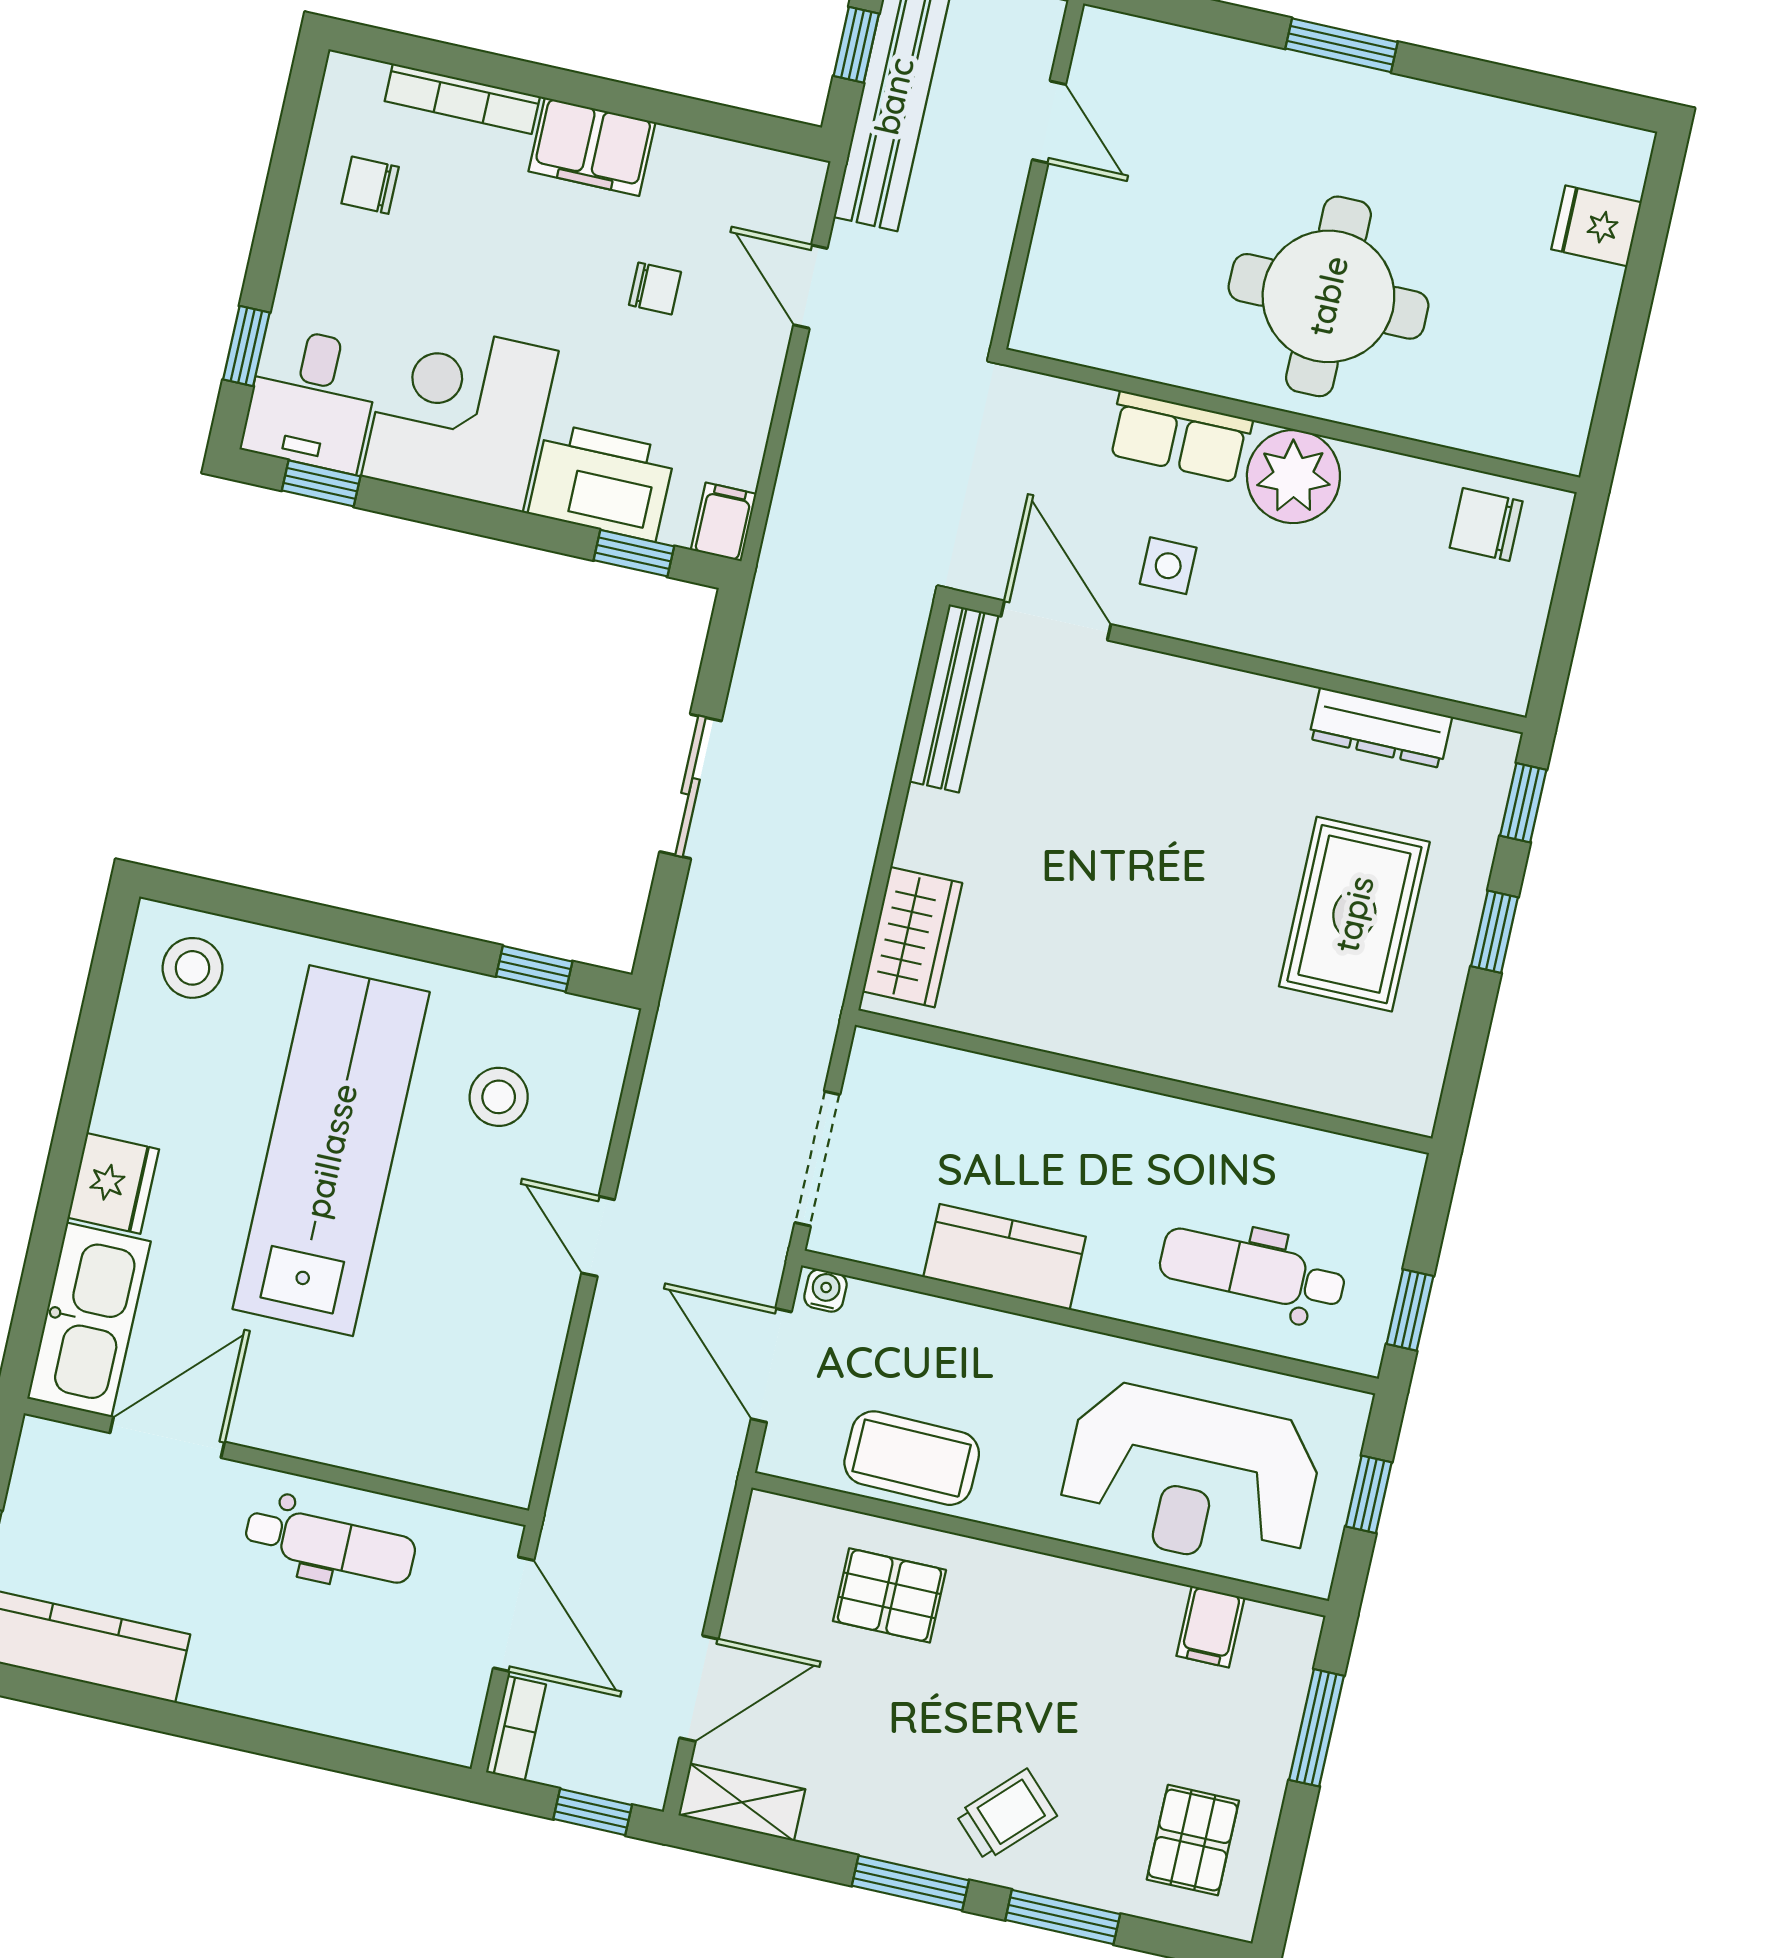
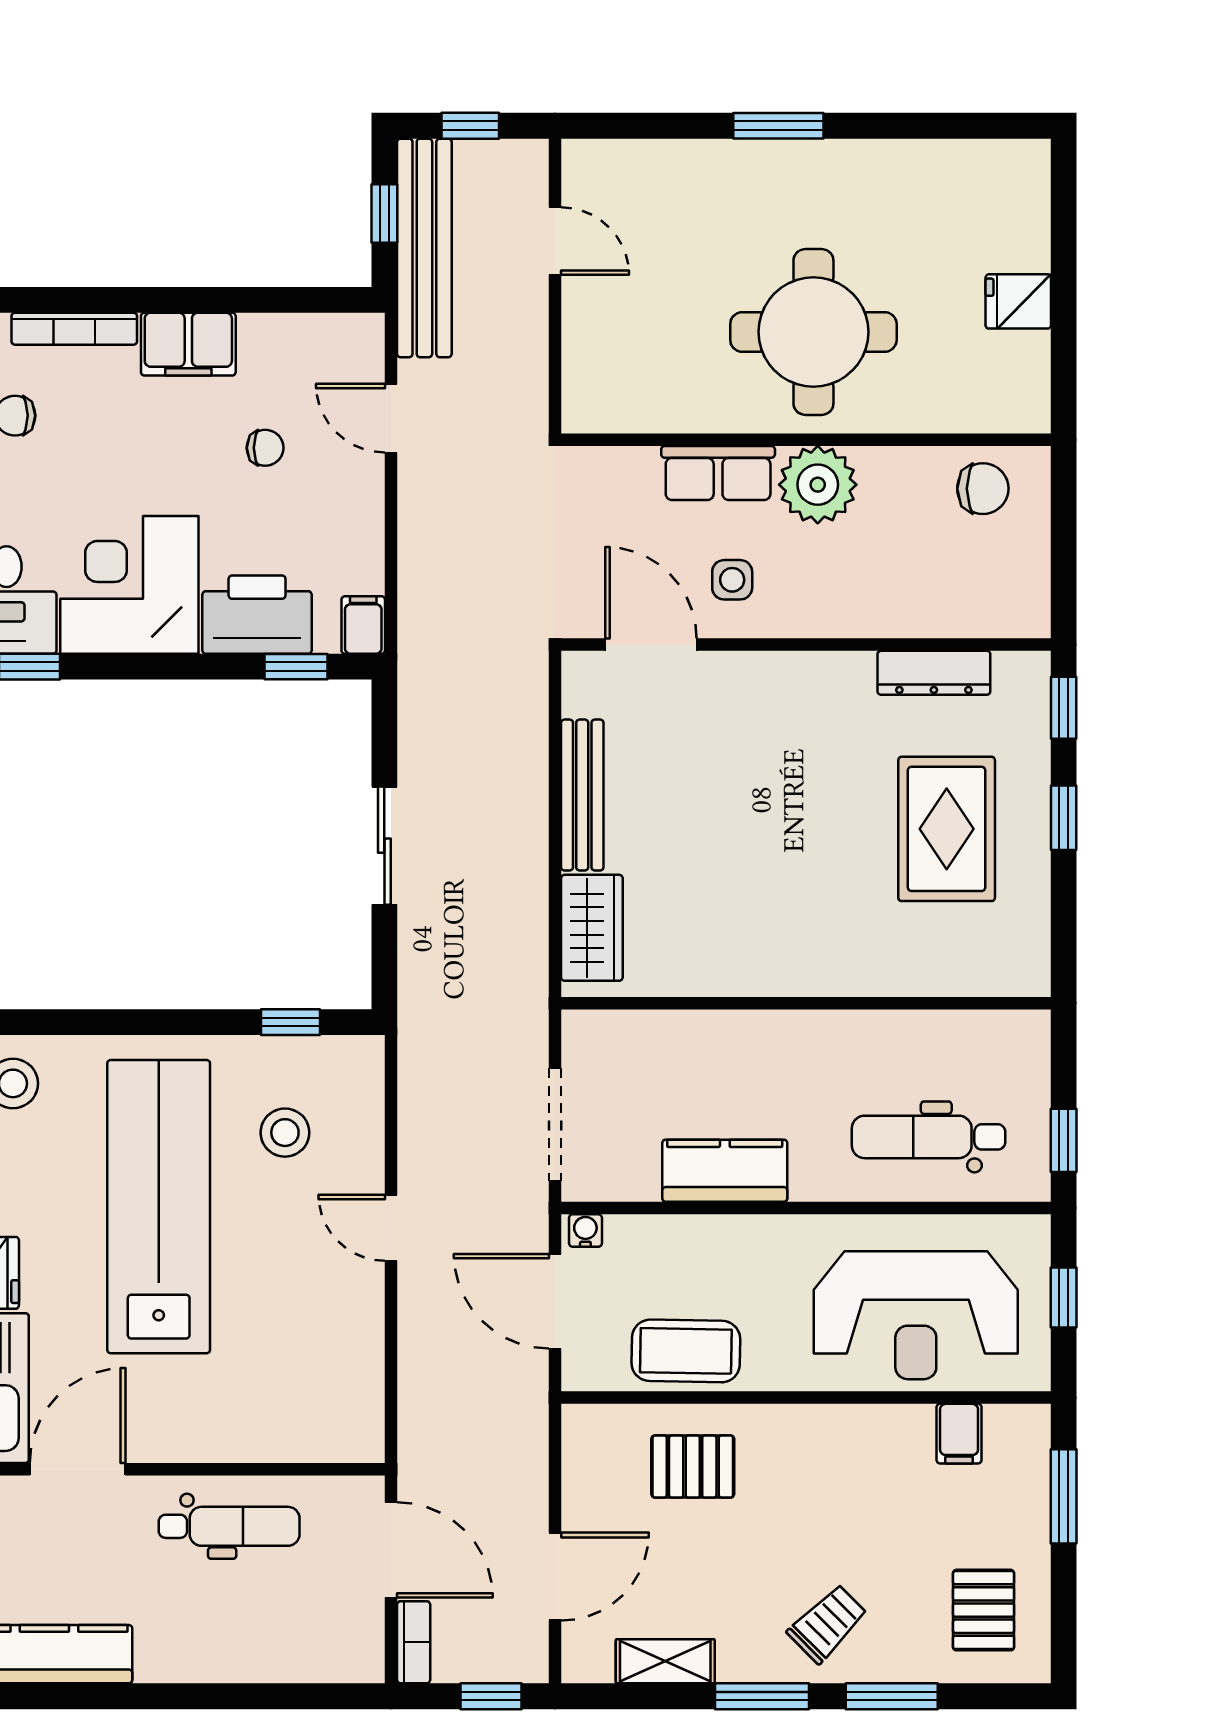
fridge: (1596, 226) -> (1018, 301), moved
chair: (1486, 524) -> (983, 489), turned 180
bench: (954, 698) -> (582, 795), moved
shelving: (742, 1802) -> (665, 1661), moved

